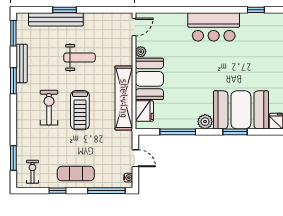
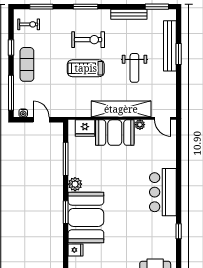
window: (13, 81) -> (86, 7), moved
shelving: (124, 98) -> (121, 109), moved
door: (135, 158) -> (41, 120), swing flipped

